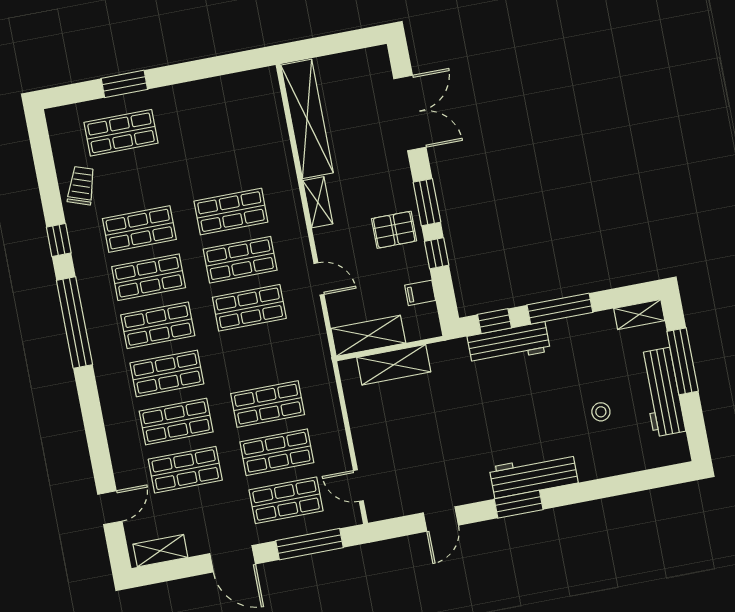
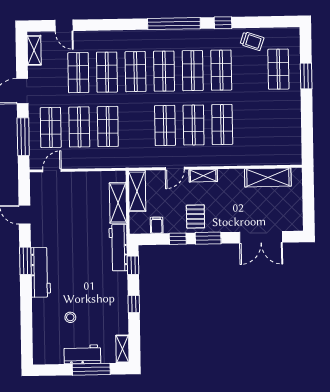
shelving: (307, 119) -> (268, 177), width x0.68
shelving: (318, 202) -> (203, 176), moved
window: (560, 309) -> (134, 304), width x0.46
workbench: (509, 344) -> (118, 248), moved
workbench: (662, 392) -> (82, 354), width x0.73

